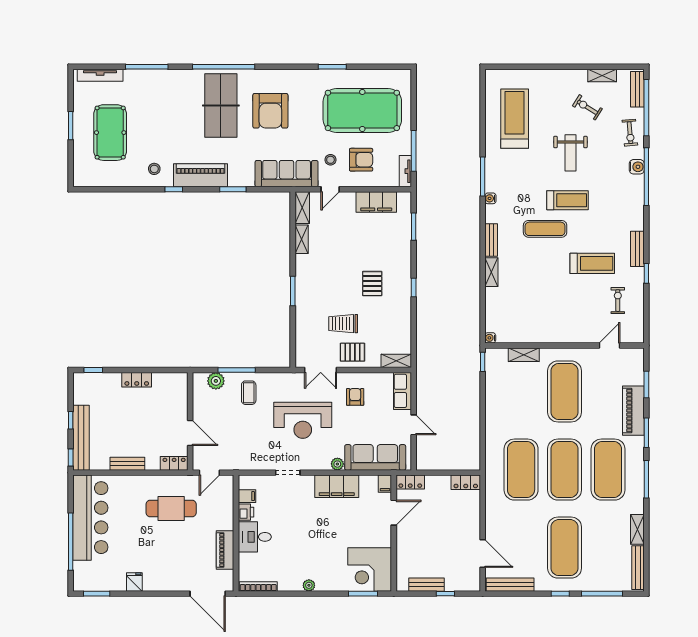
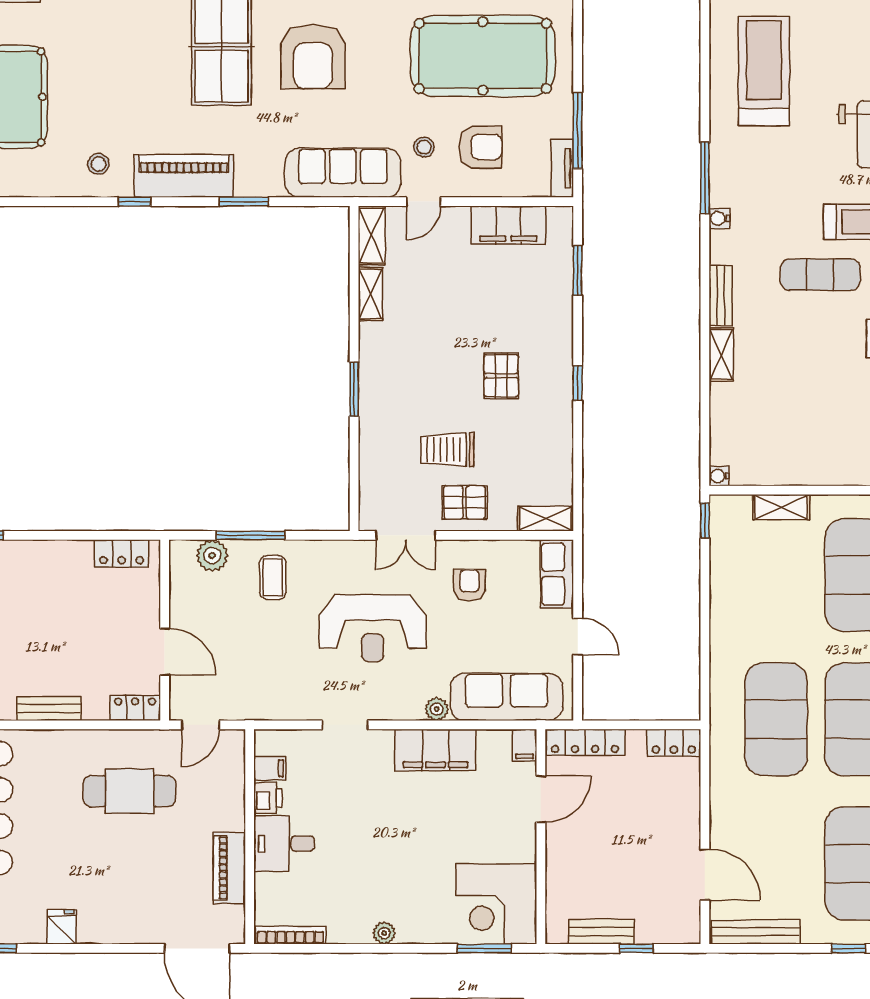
locker: (137, 380) -> (122, 553), moved
locker: (410, 482) -> (585, 742), width x1.53

